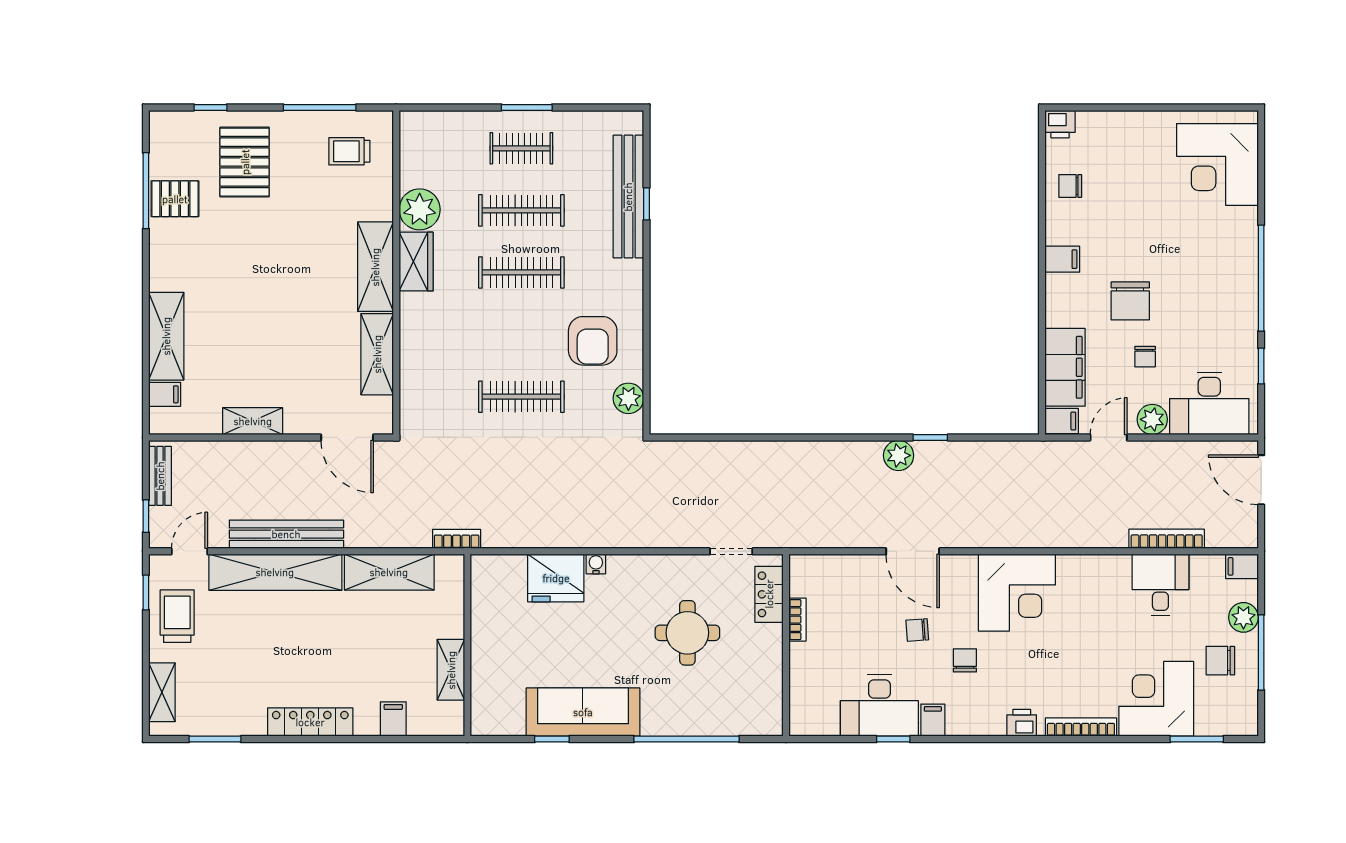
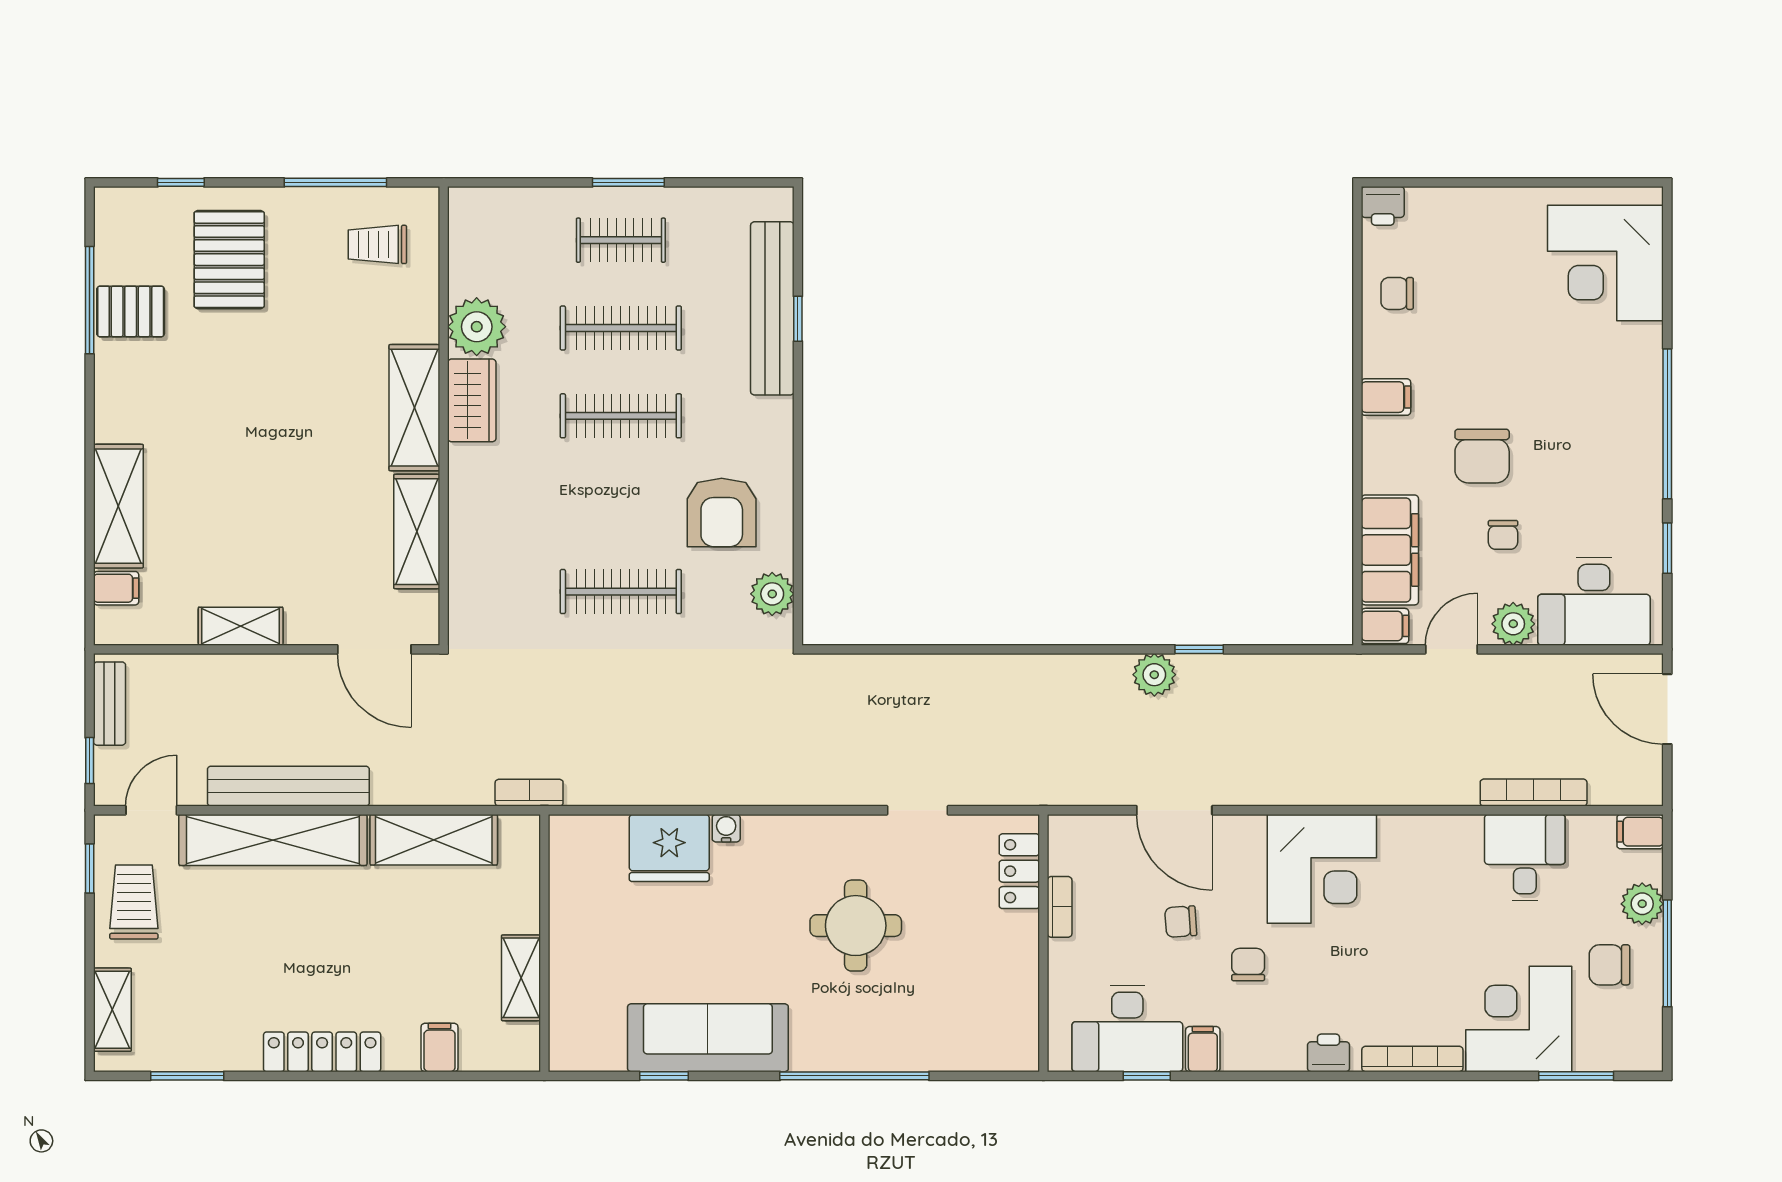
locker: (769, 594) -> (1019, 871), moved
bookcase: (797, 620) -> (1060, 907), moved
wall: (786, 645) -> (1043, 943), moved

